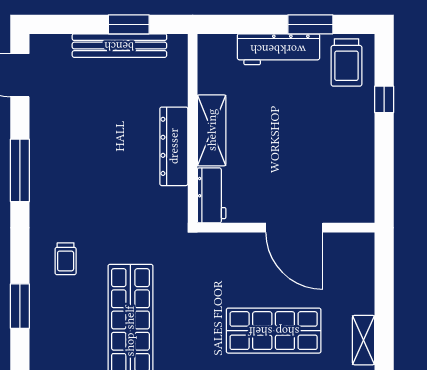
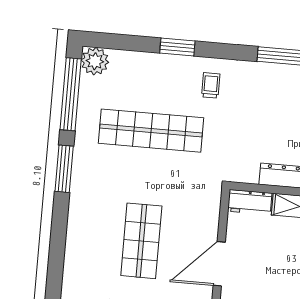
trolley: (66, 259) -> (211, 85), turned 90

